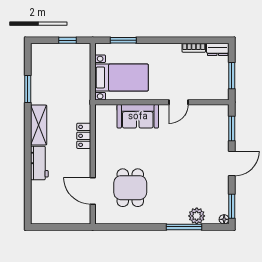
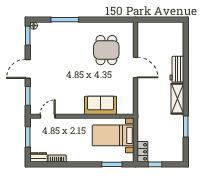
door: (179, 102) -> (48, 116), moved
locker: (84, 136) -> (142, 152), moved
door: (93, 191) -> (135, 68), moved
plant: (197, 216) -> (55, 28), removed

